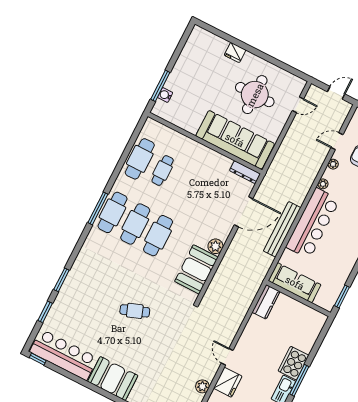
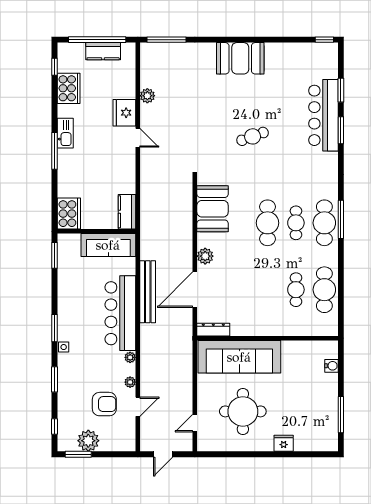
window: (160, 86) -> (341, 415), moved
cafe table: (135, 224) -> (296, 223), width x0.73, depth x0.74
plant: (215, 246) -> (205, 256), moved
bar counter: (64, 355) -> (323, 115), moved, turned 90
cooker: (293, 363) -> (69, 214), moved

